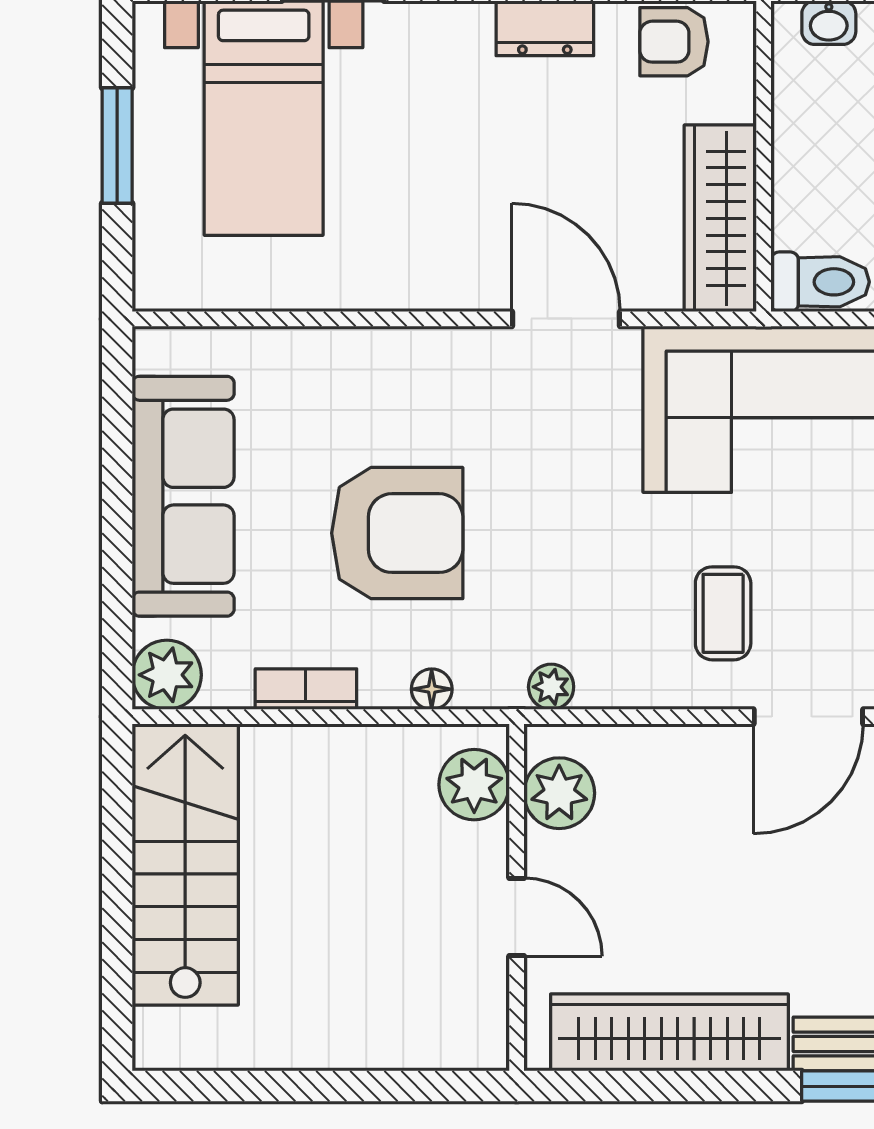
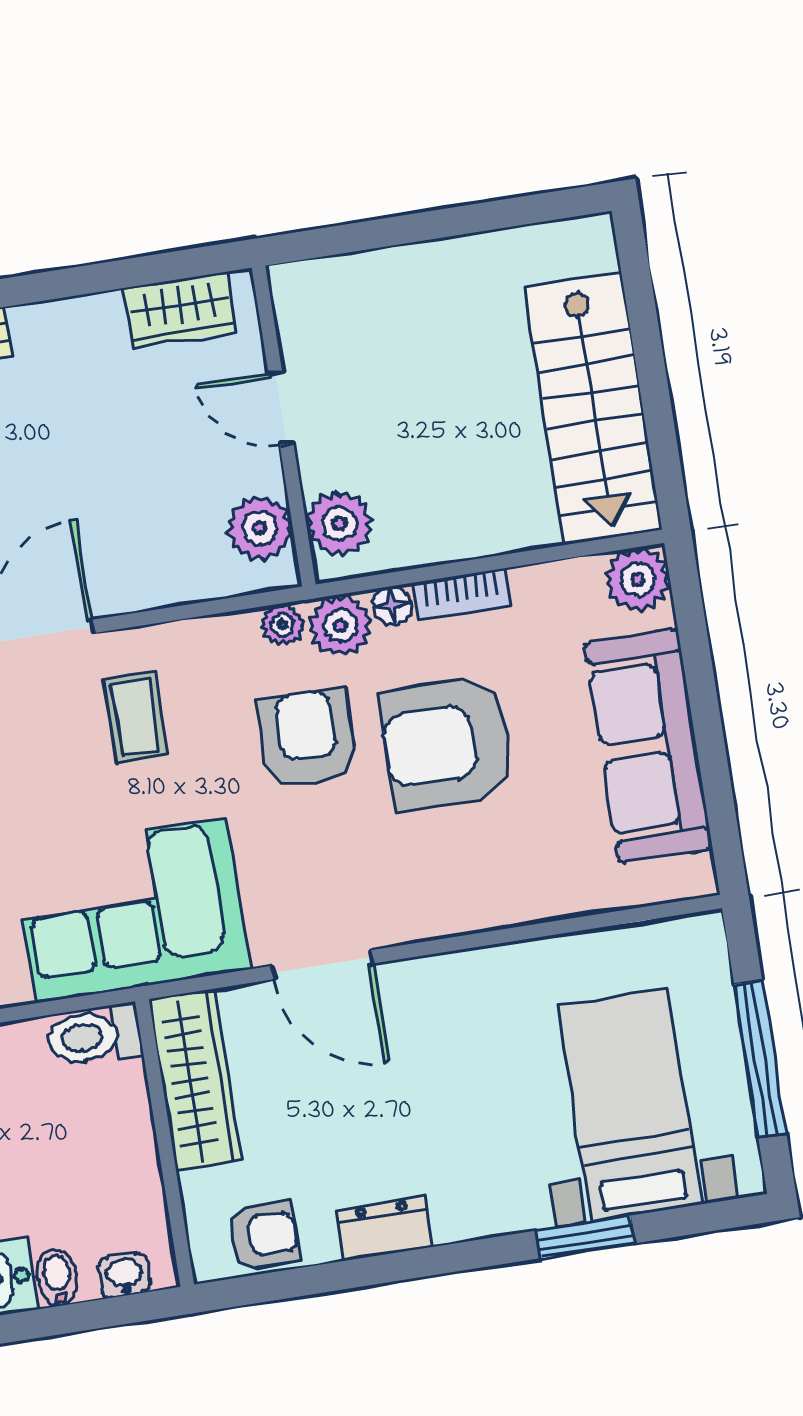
window: (117, 146) -> (760, 1059), width x1.44
armchair: (544, 562) -> (307, 738), added
plant: (490, 676) -> (340, 626), added
bookcase: (306, 689) -> (462, 594), moved
wardrobe: (669, 1032) -> (180, 310), width x0.48, depth x0.85

